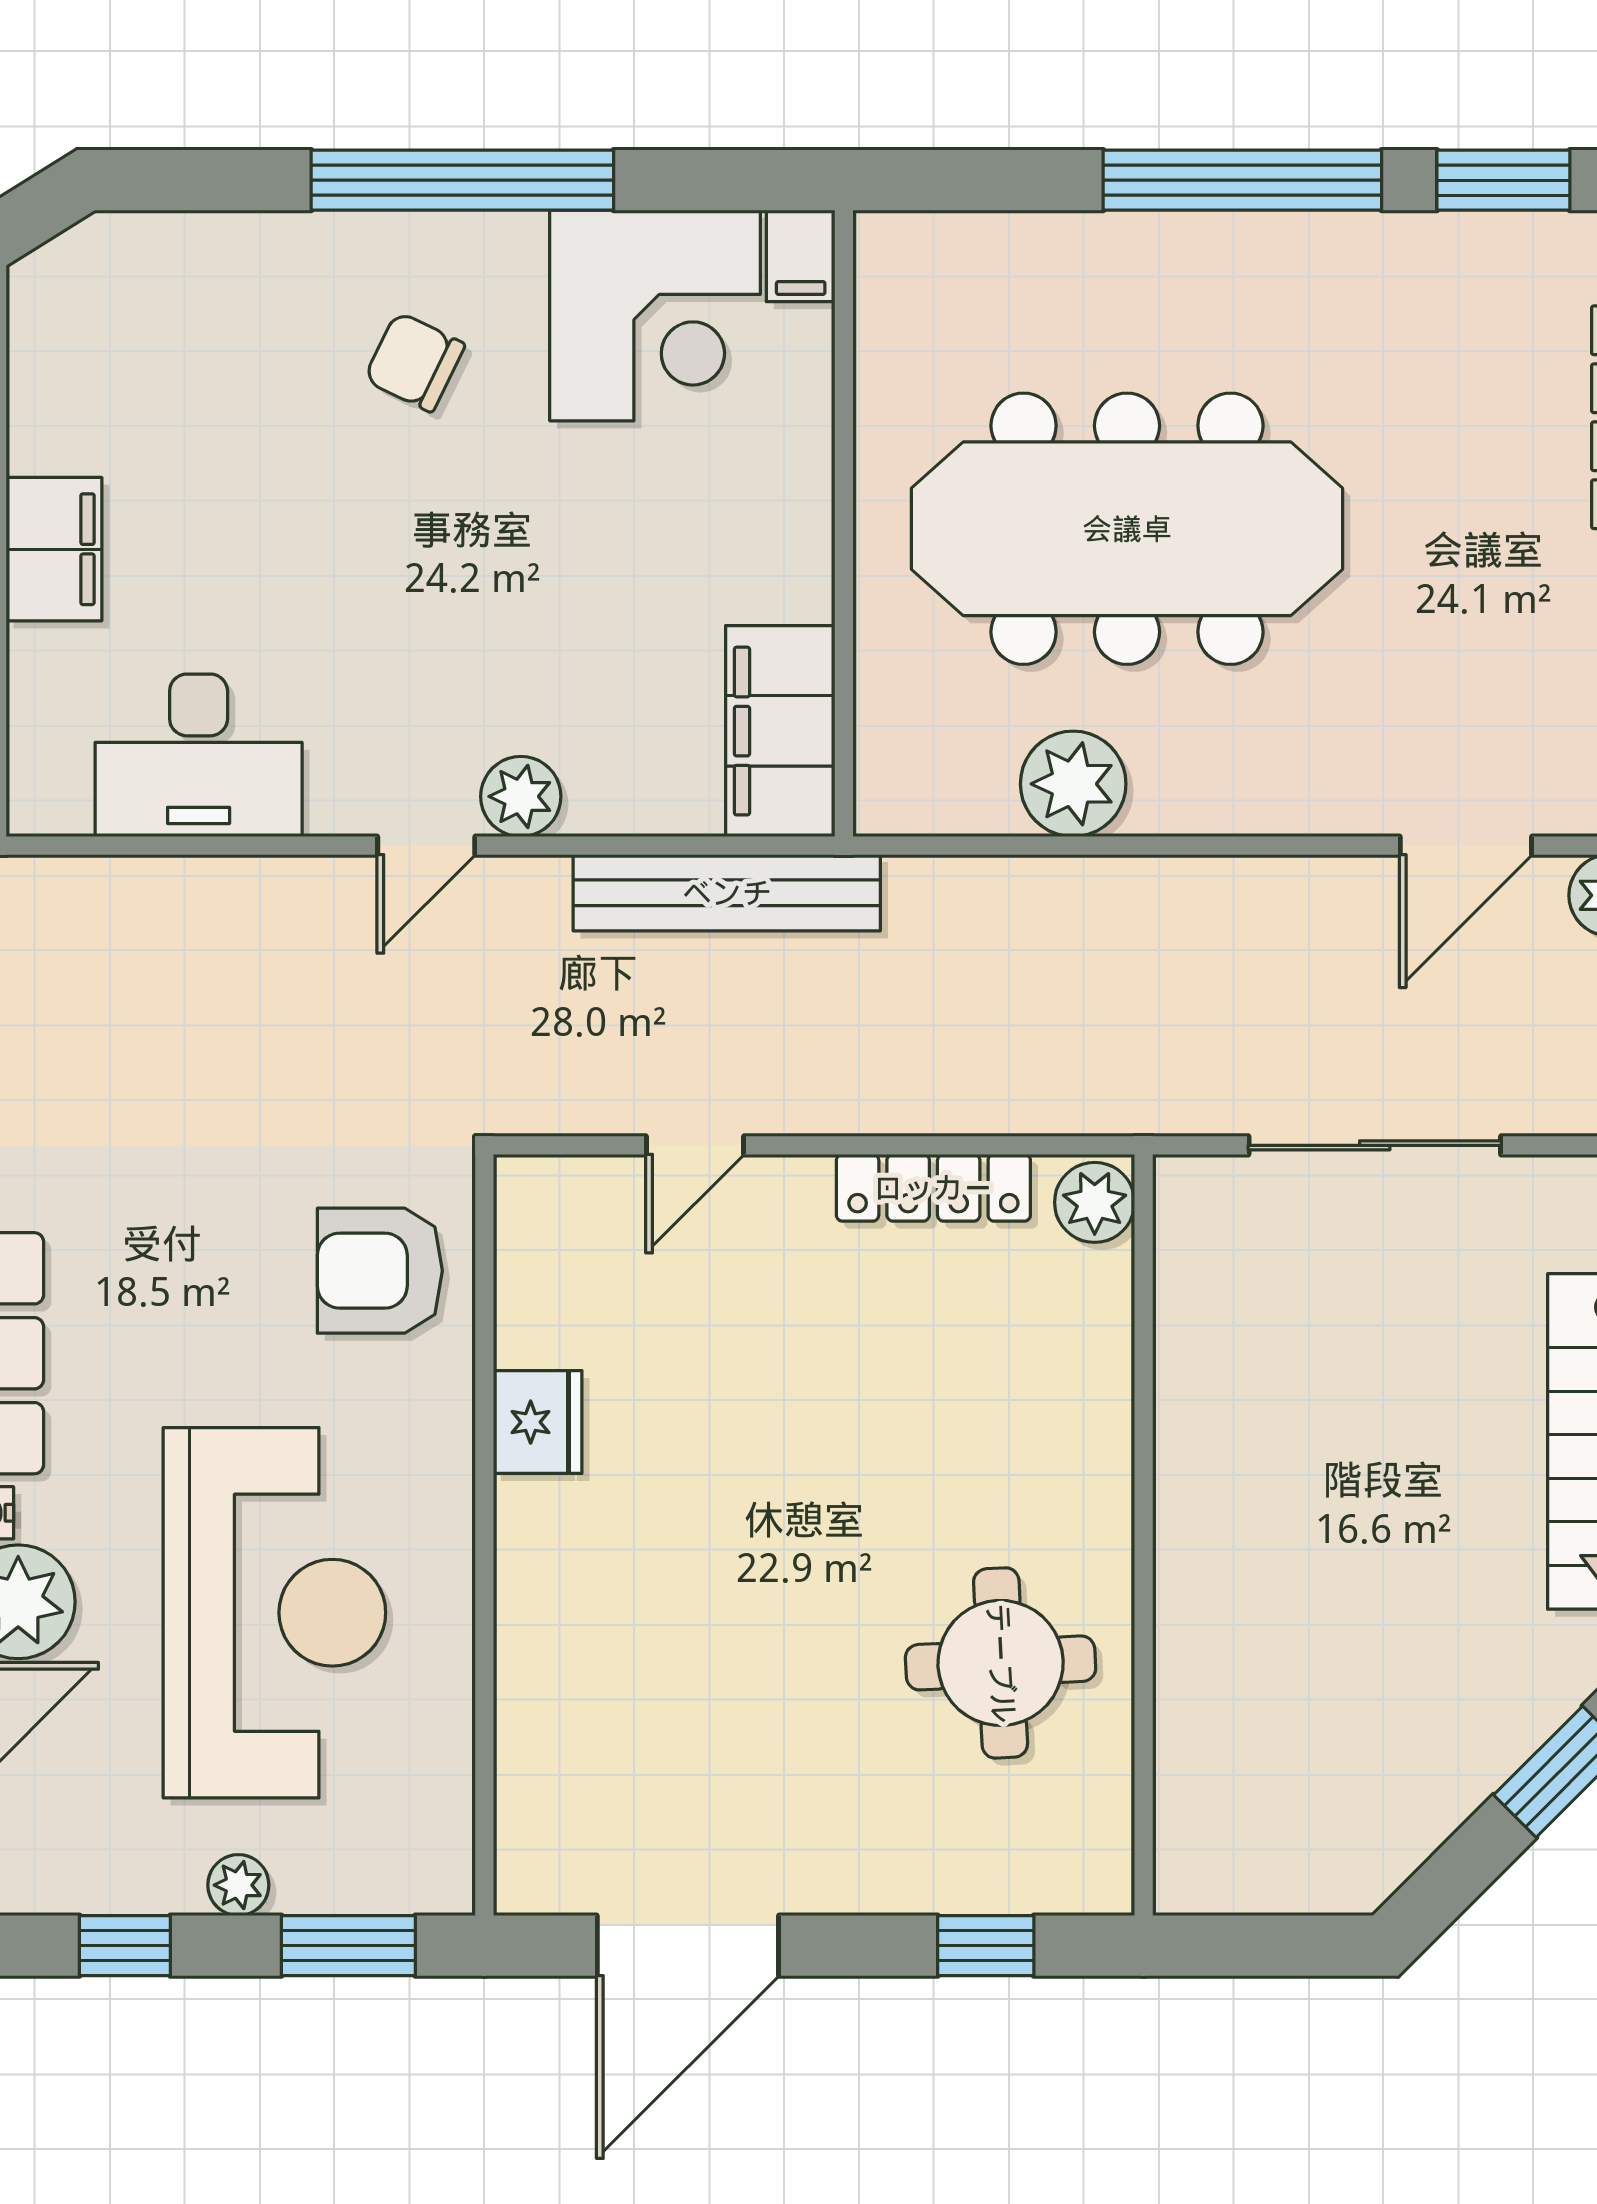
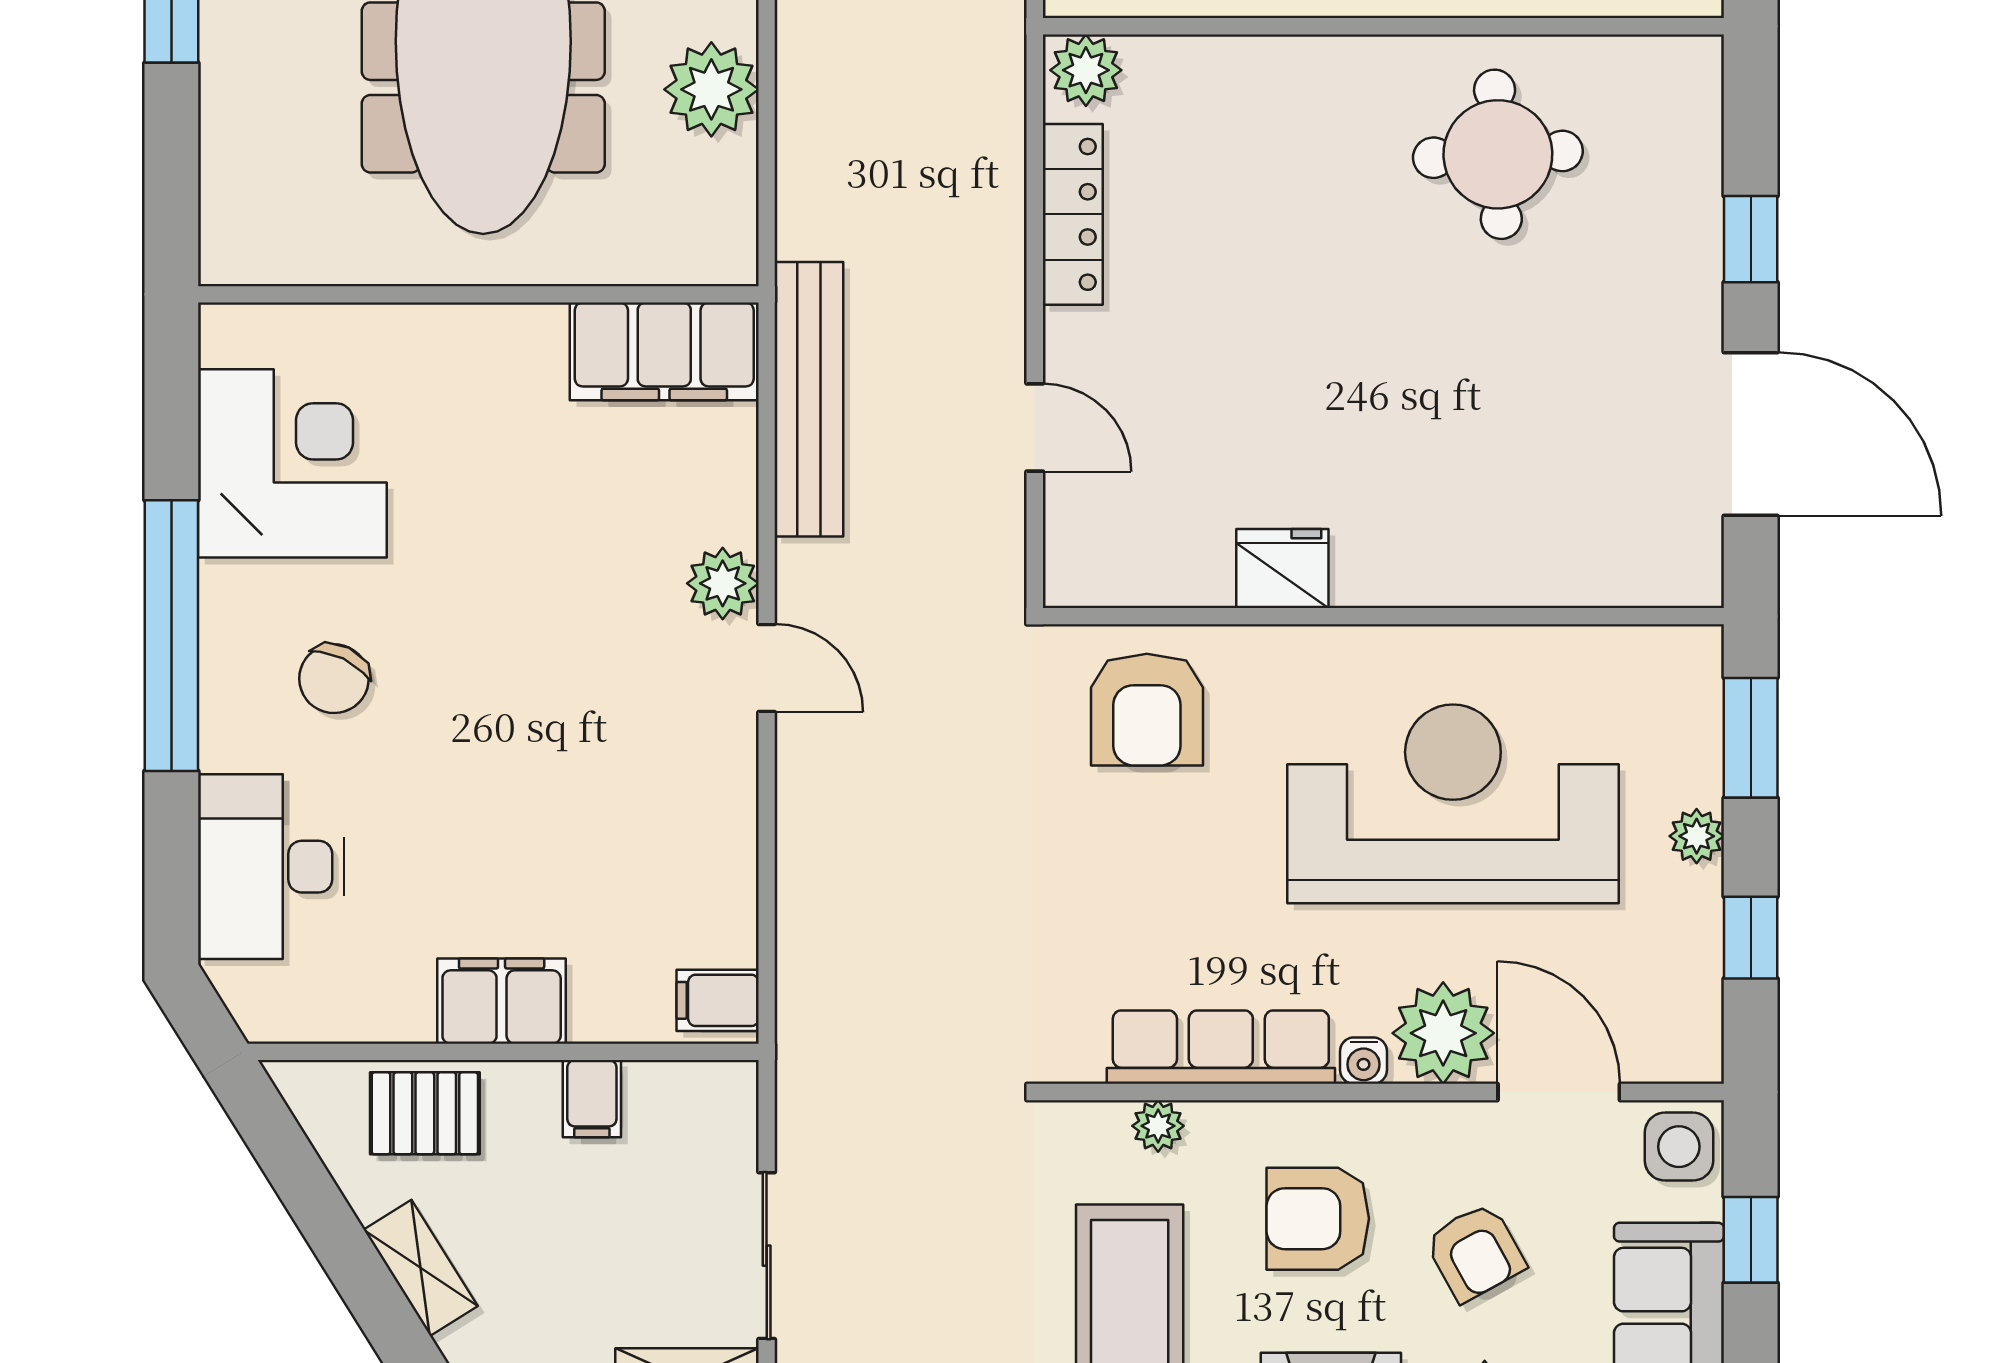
filing cabinet: (801, 256) -> (718, 1000), moved, turned 180
desk: (199, 755) -> (271, 867), moved, turned 180
window: (986, 1946) -> (1751, 239), moved

